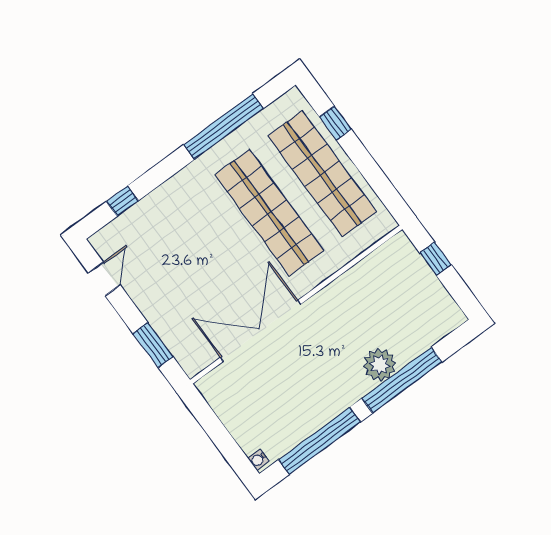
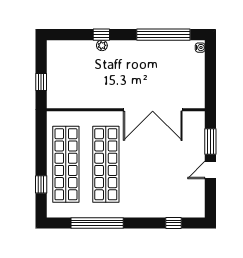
door: (104, 279) -> (210, 170), moved
plant: (380, 365) -> (102, 45), width x0.53, depth x0.53
window: (402, 380) -> (101, 35), width x0.32

